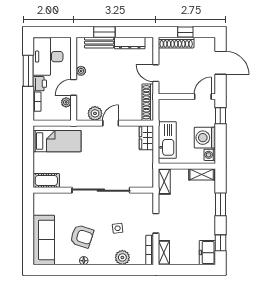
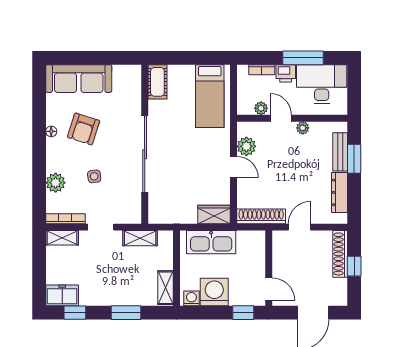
shelving: (164, 182) -> (140, 238), moved

